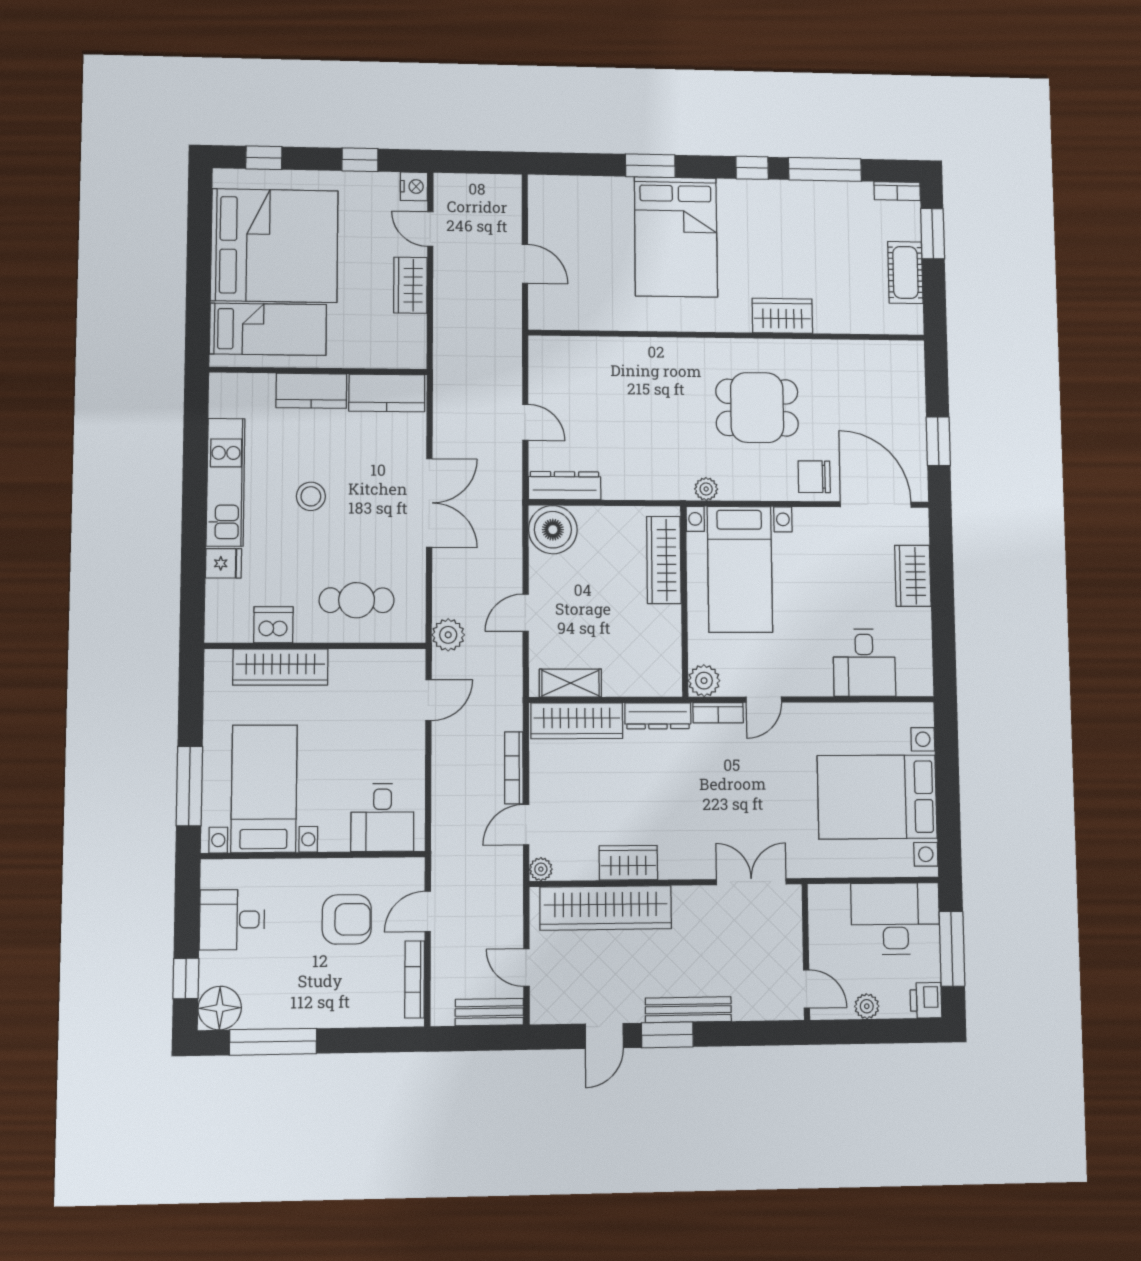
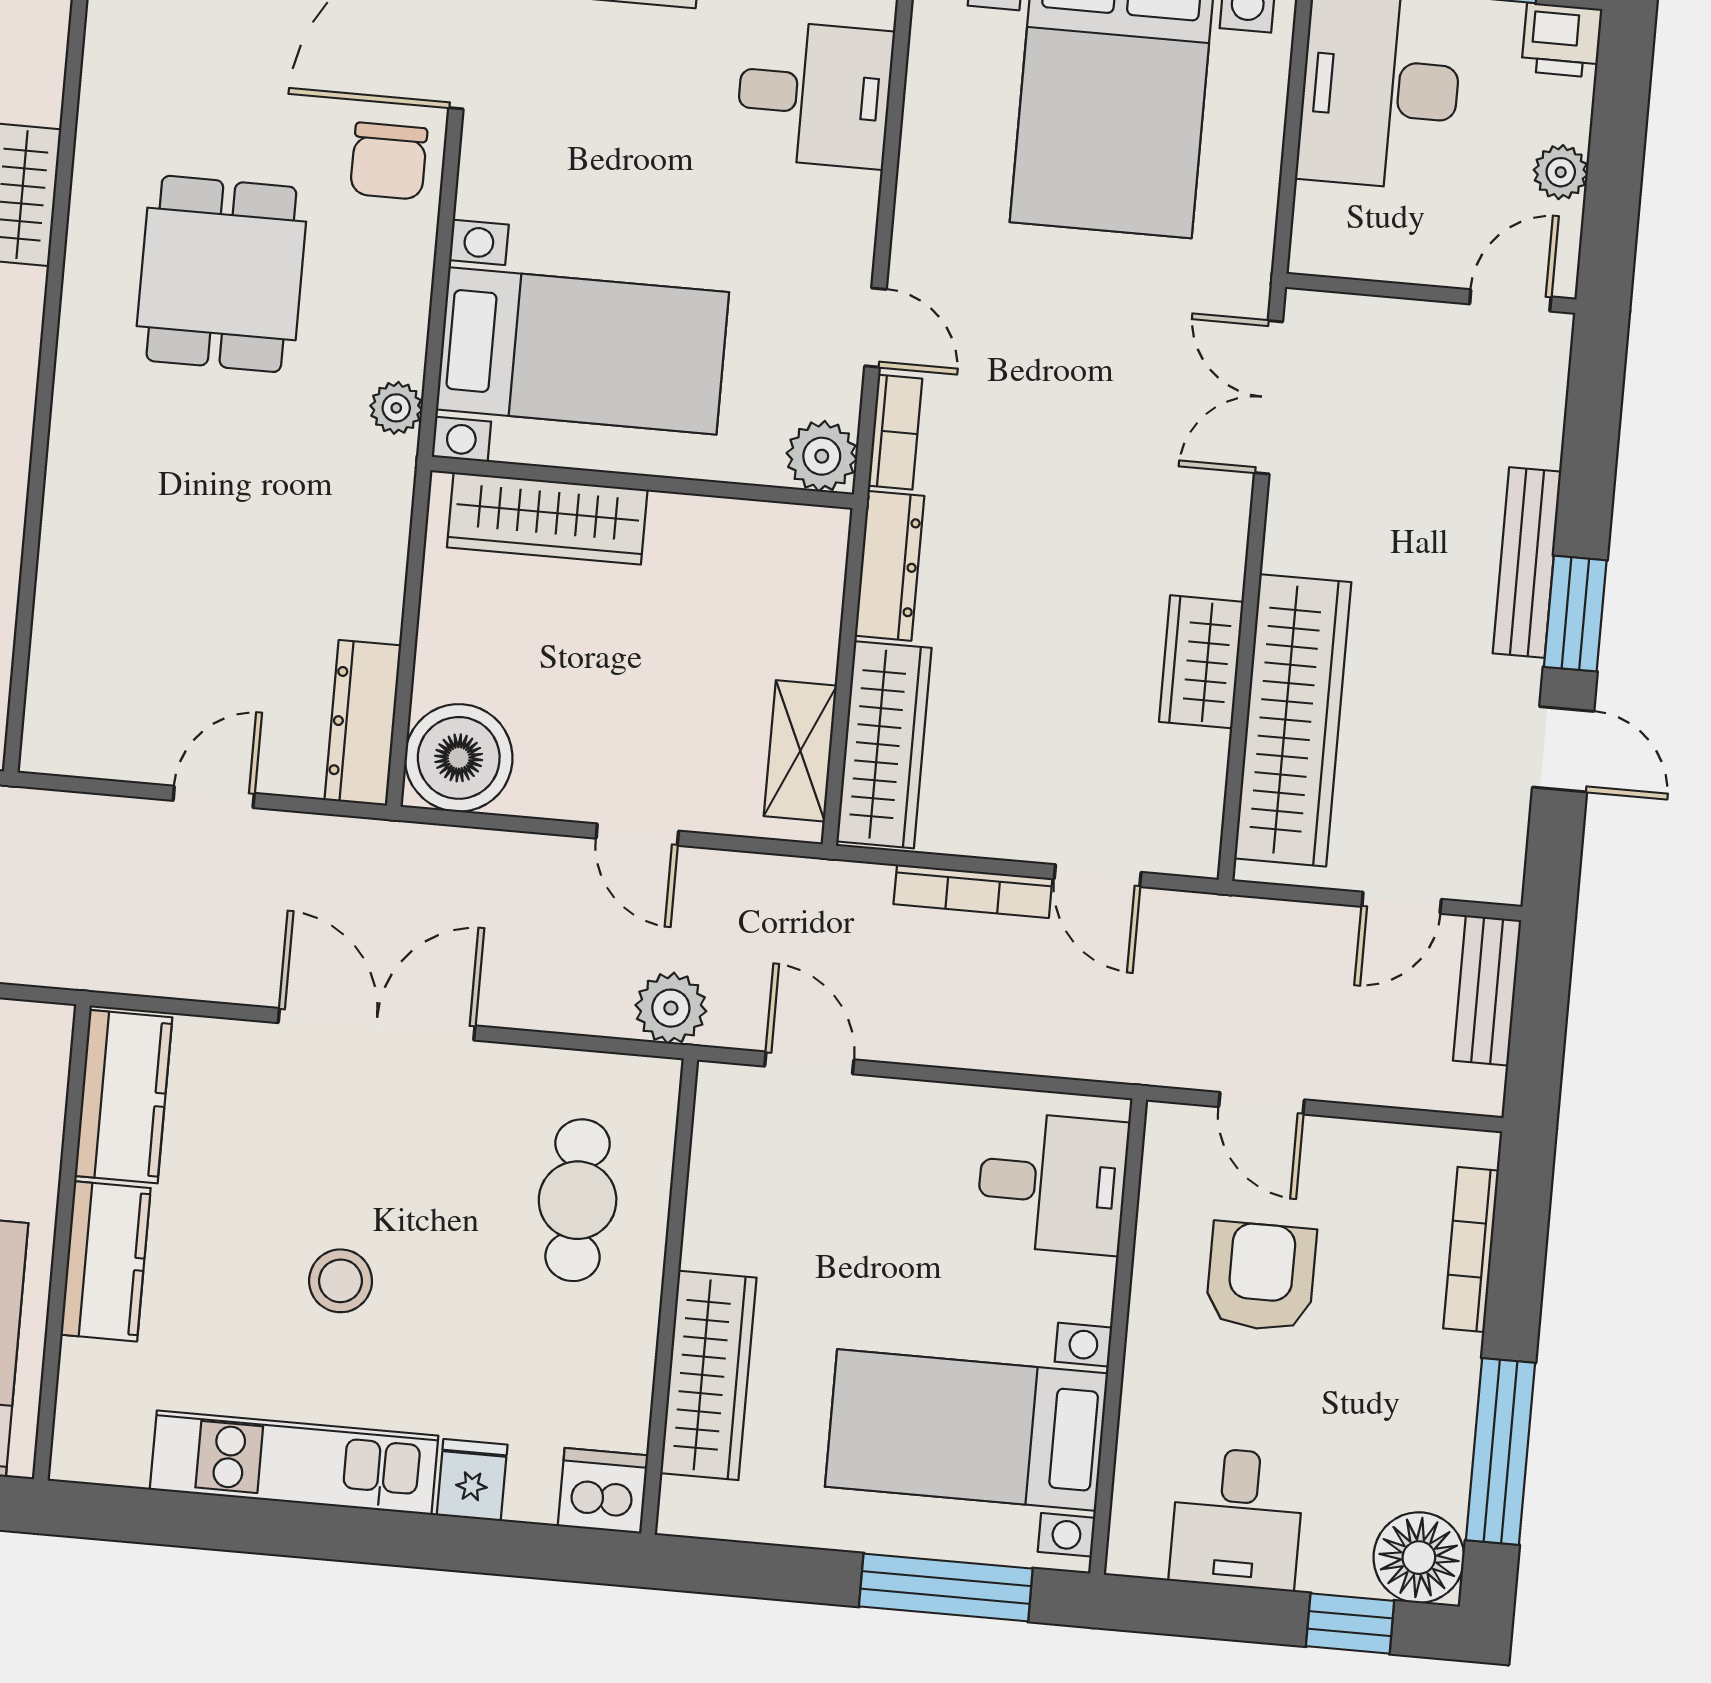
dishwasher: (273, 625) -> (603, 1491), moved, turned 90
plant: (541, 869) -> (1196, 853), removed
bookcase: (415, 979) -> (1471, 1249), moved, turned 90

